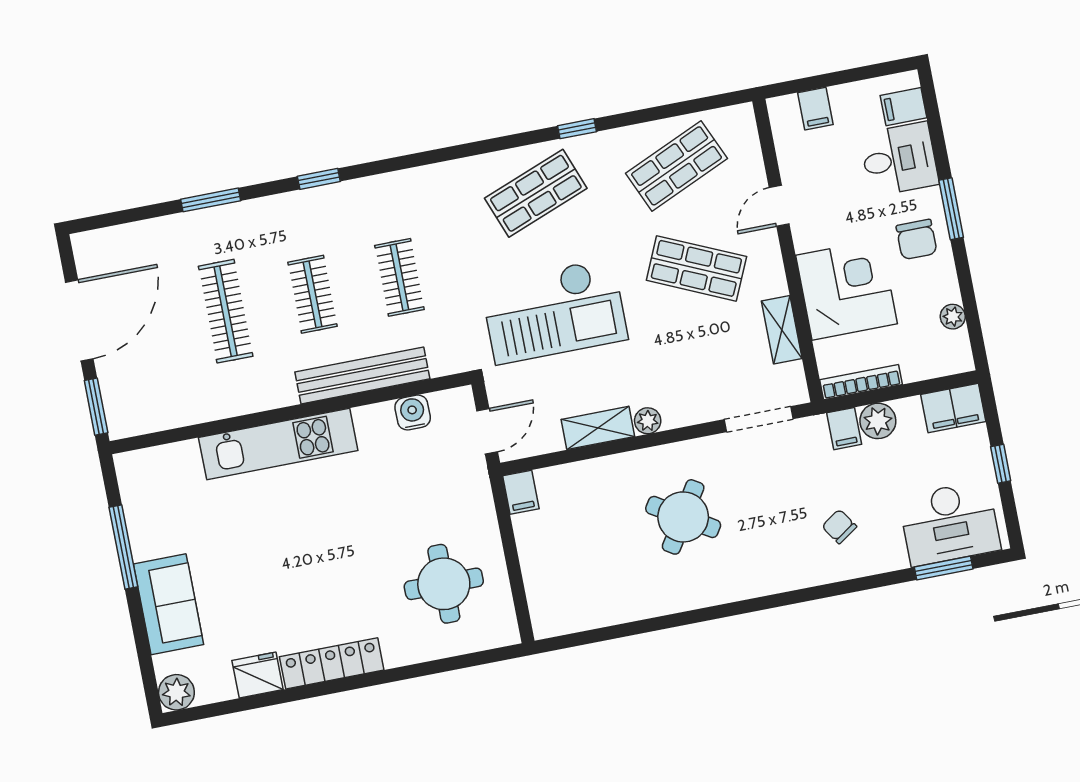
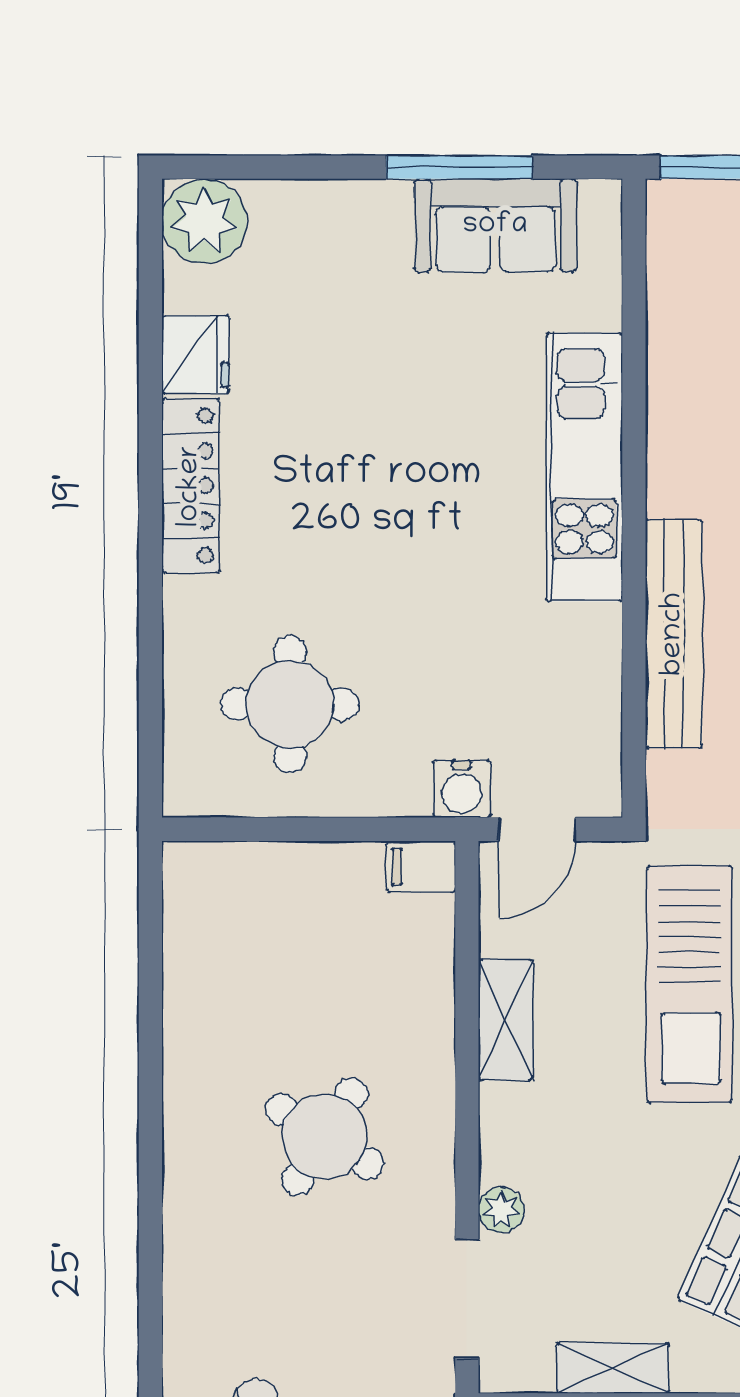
water cooler: (413, 413) -> (462, 789), moved, turned 90
plant: (648, 421) -> (501, 1210), moved
door: (487, 431) -> (537, 829), hinge flipped
sofa: (169, 604) -> (495, 226), moved
plant: (176, 692) -> (204, 221), width x1.36, depth x1.36

